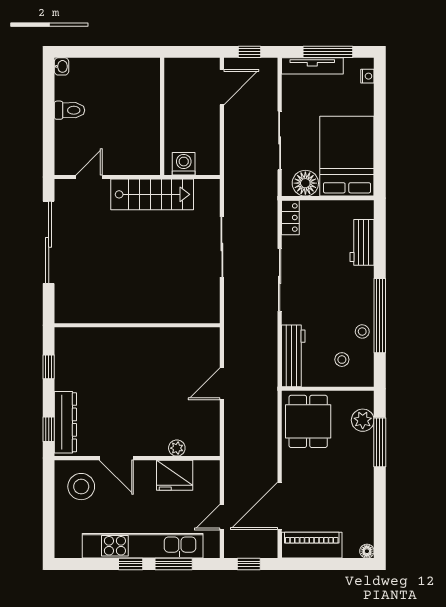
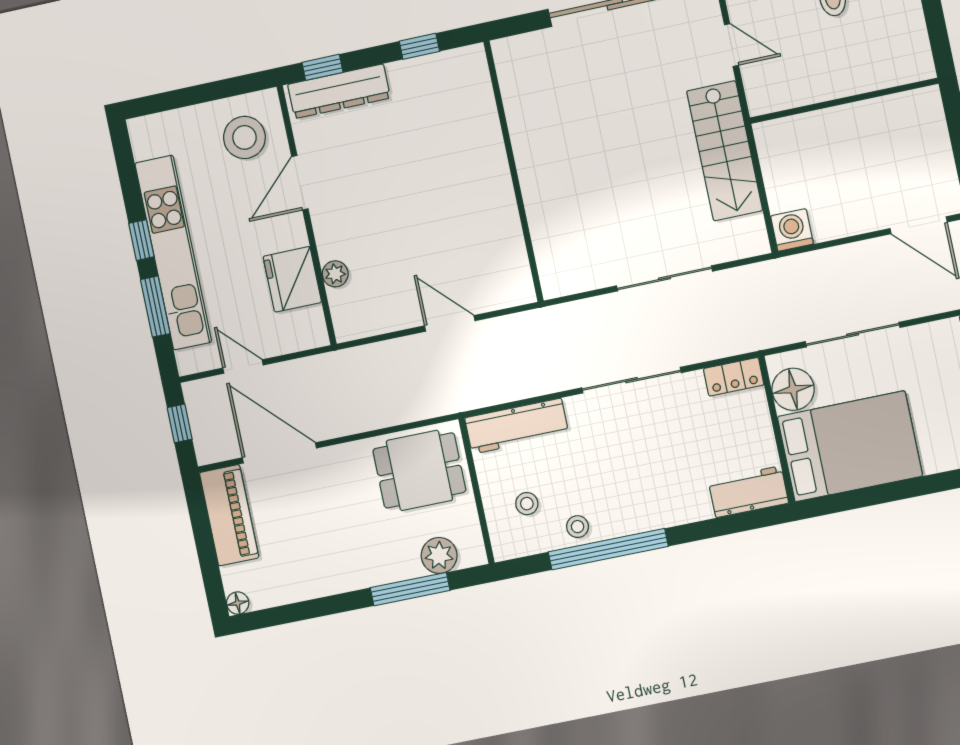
wall: (162, 116) -> (844, 101), moved
washing machine: (184, 164) -> (792, 230), moved, turned -90
workbench: (362, 242) -> (748, 492), moved

